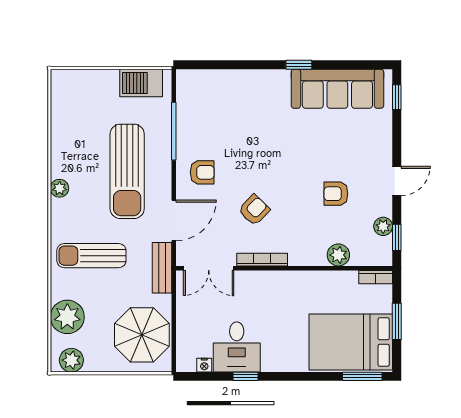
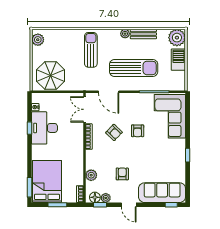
barbecue: (141, 83) -> (178, 60), moved
sofa: (337, 89) -> (162, 193), moved, turned 90
corner sofa: (222, 100) -> (170, 116), added
sun lounger: (127, 171) -> (134, 68), turned 180
armchair: (202, 172) -> (138, 131), moved
floor lamp: (382, 248) -> (95, 197), added
bench: (162, 268) -> (143, 34), moved
plant: (67, 317) -> (177, 38), moved
desk: (237, 347) -> (44, 128), width x1.37

